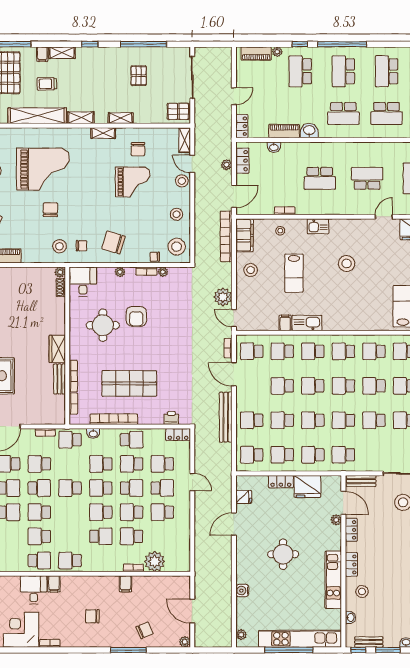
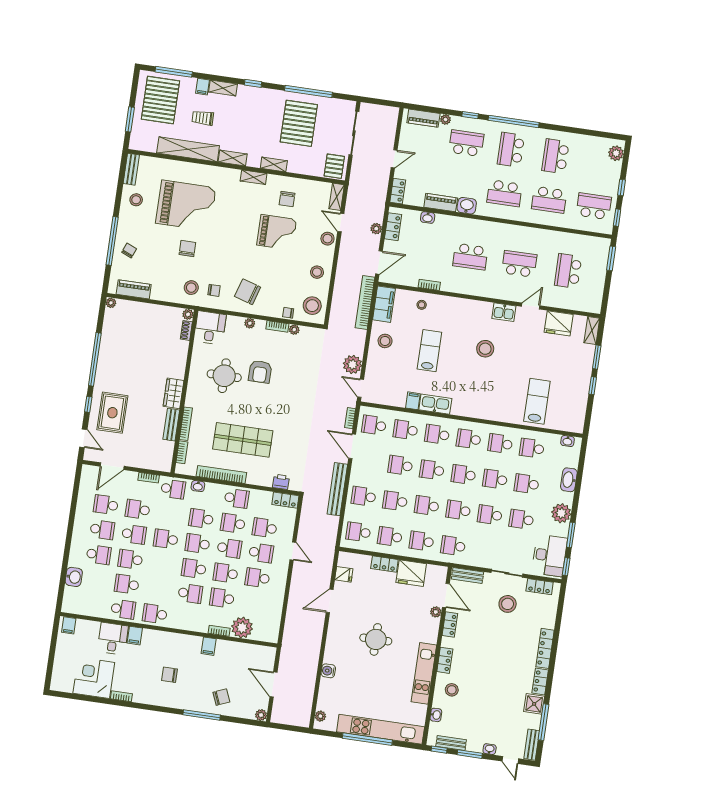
school desk: (300, 71) -> (466, 143), turned 90
pallet: (139, 76) -> (299, 123), width x2.05, depth x2.00
pallet: (178, 111) -> (334, 166), turned 90
kitchen sink: (318, 226) -> (504, 312), moved
lab bench: (294, 273) -> (429, 351), turned 180
school desk: (70, 440) -> (173, 489), turned 180

